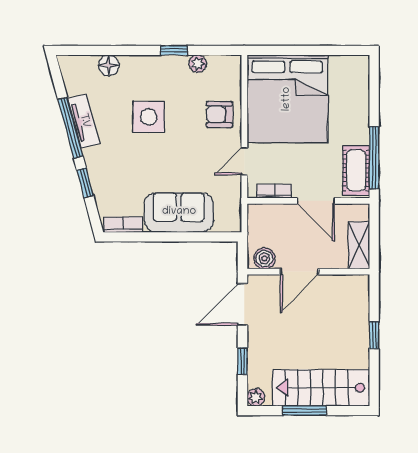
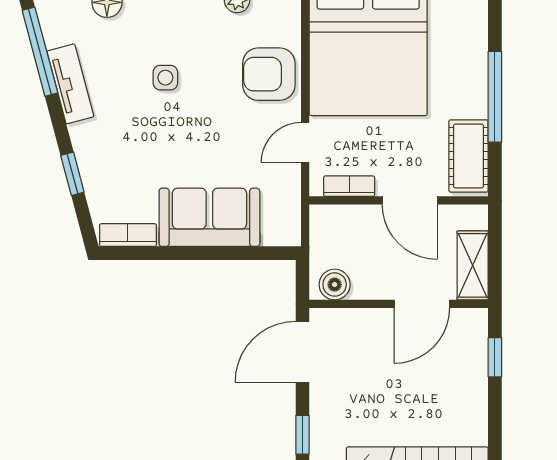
armchair: (219, 114) -> (269, 74), width x1.38, depth x1.38
side table: (149, 117) -> (165, 78), width x0.54, depth x0.54
window: (70, 128) -> (40, 52), moved
window: (374, 158) -> (495, 97), moved
door: (299, 272) -> (422, 304), moved
window: (374, 335) -> (495, 357), moved

